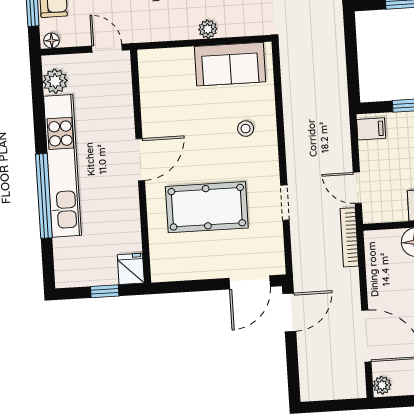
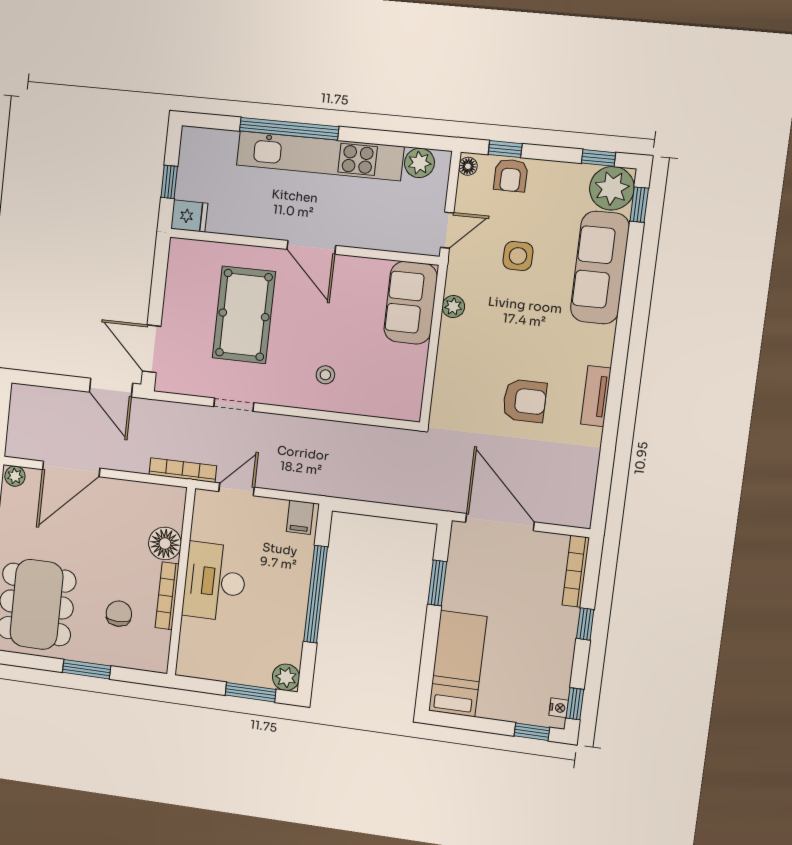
plant: (208, 29) -> (453, 307), moved
sofa: (230, 64) -> (411, 303), moved

